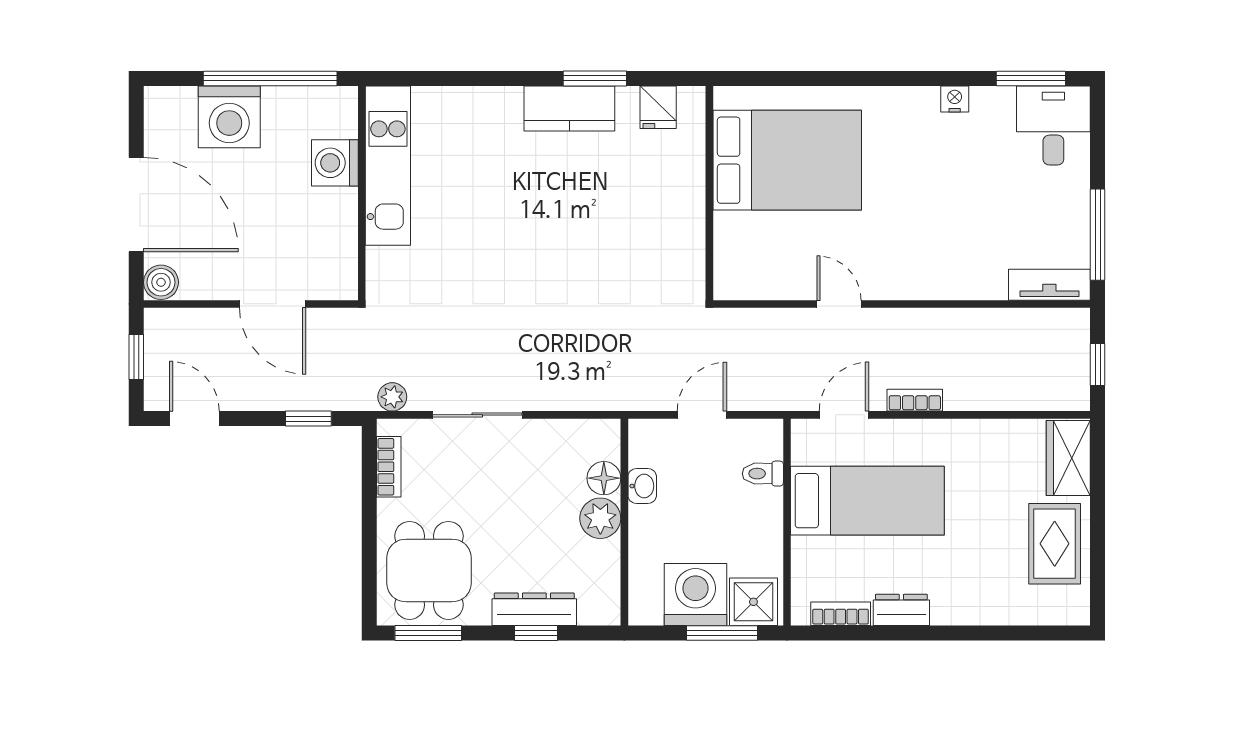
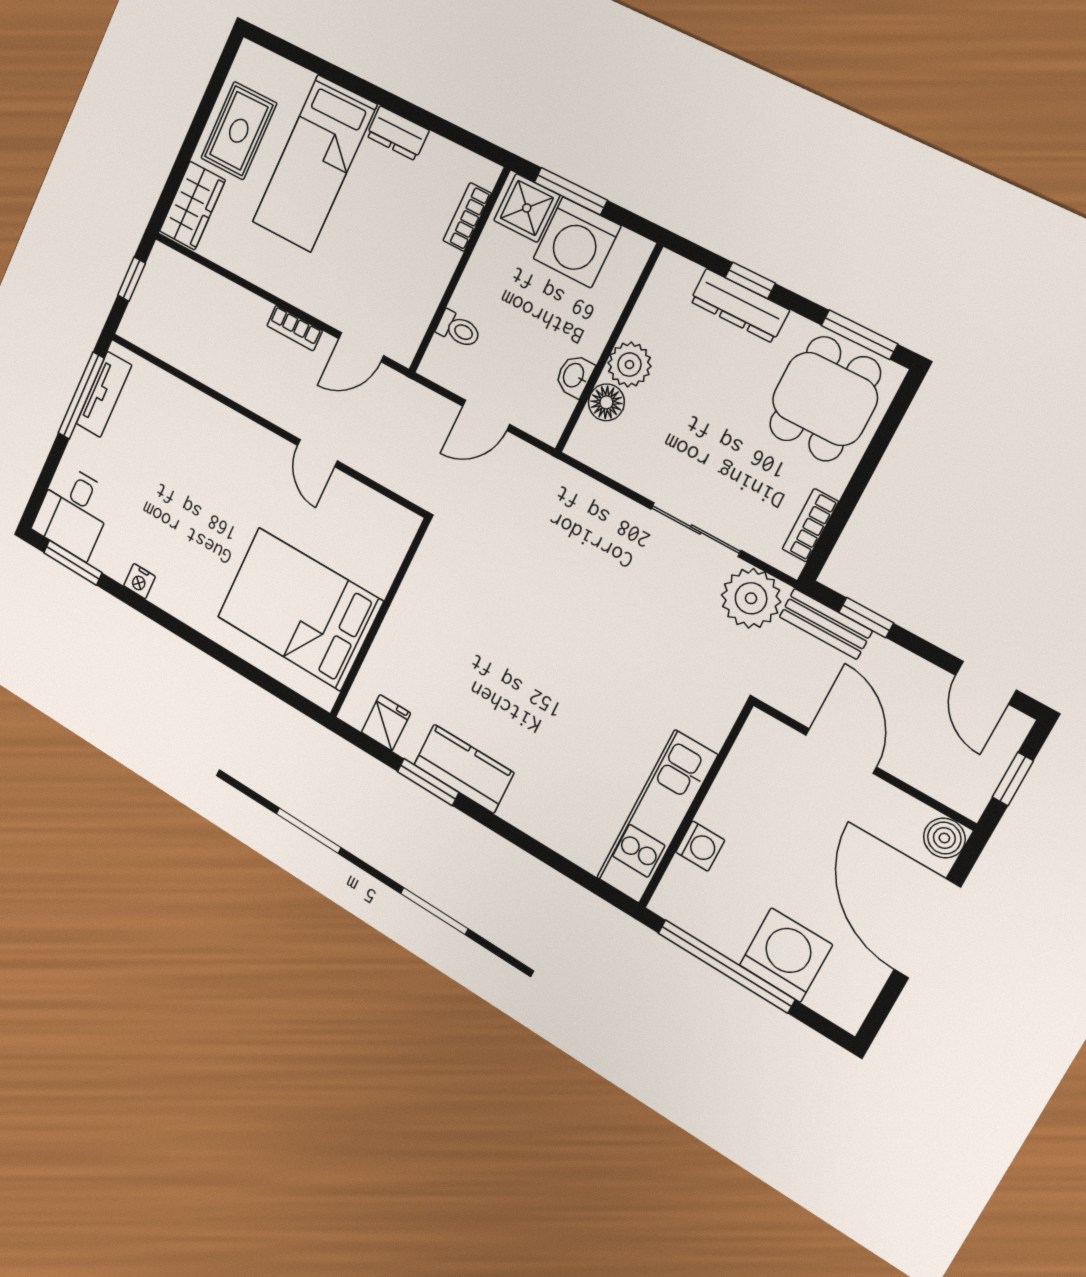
washing machine: (335, 163) -> (700, 846), width x0.73, depth x0.73
tv unit: (1049, 285) -> (104, 394), moved, turned -90
bench: (337, 397) -> (826, 624), added
plant: (392, 397) -> (751, 598), width x1.88, depth x1.88
bed: (867, 501) -> (314, 164), moved, turned -90
bookcase: (841, 614) -> (467, 217), moved, turned 90

